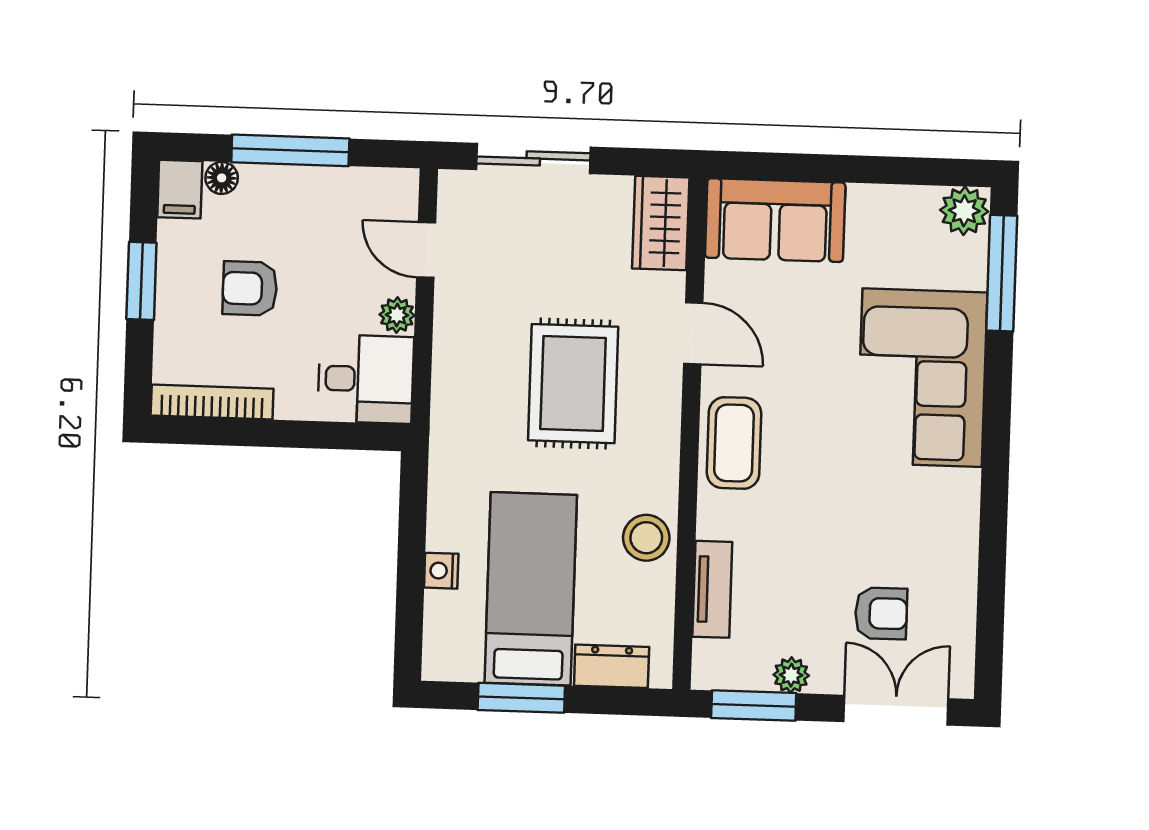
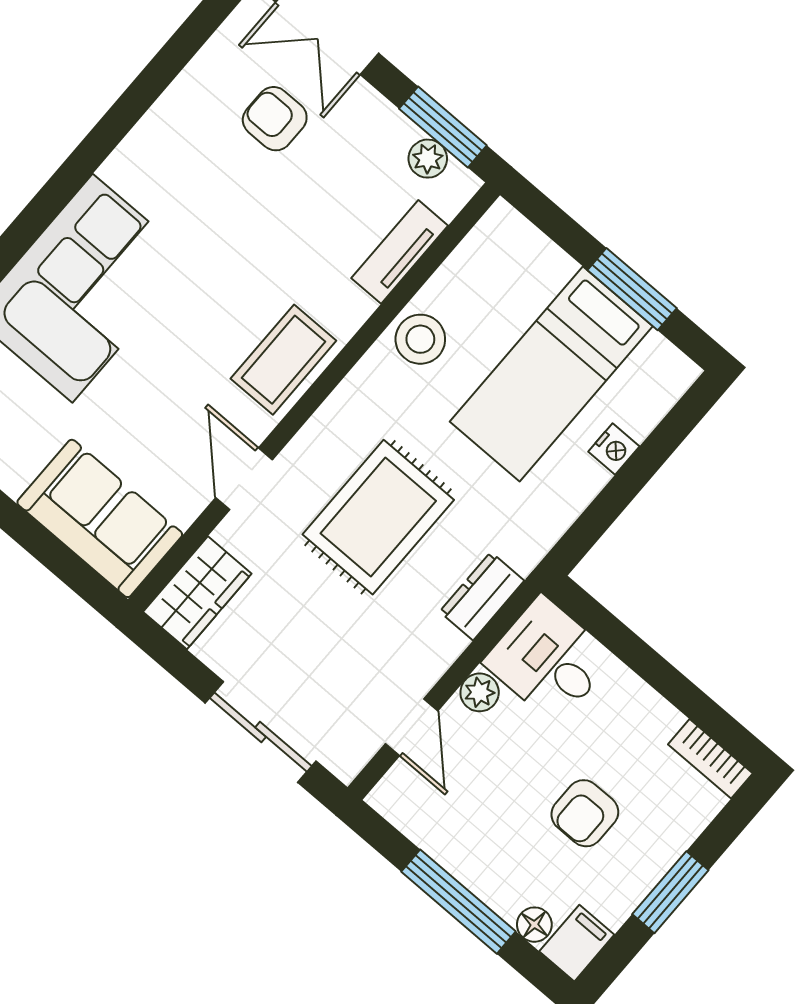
armchair: (250, 288) -> (585, 813), turned 90
bookcase: (212, 402) -> (710, 759), width x0.64
dresser: (612, 666) -> (482, 596), moved, turned 90
plant: (791, 675) -> (428, 159), moved

